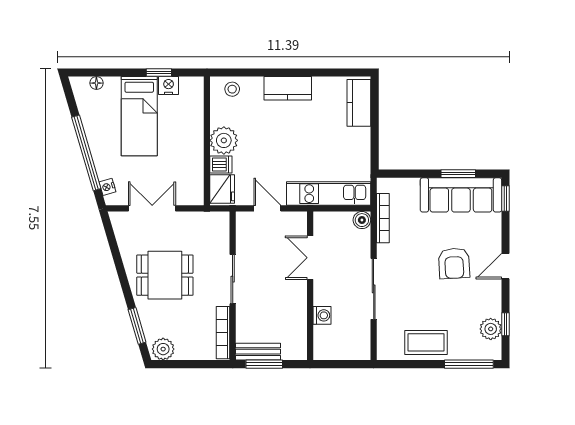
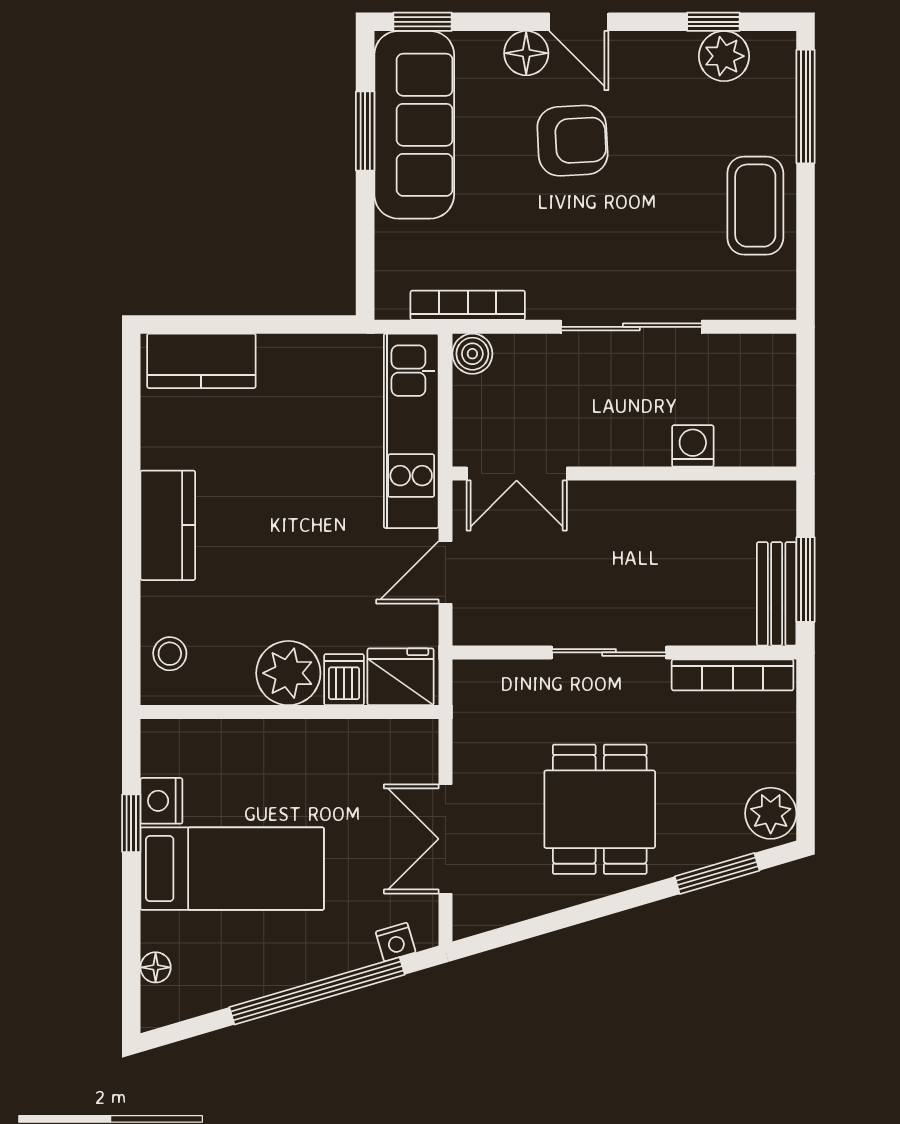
floor lamp: (492, 243) -> (526, 53), added
double door: (310, 258) -> (517, 474), moved

